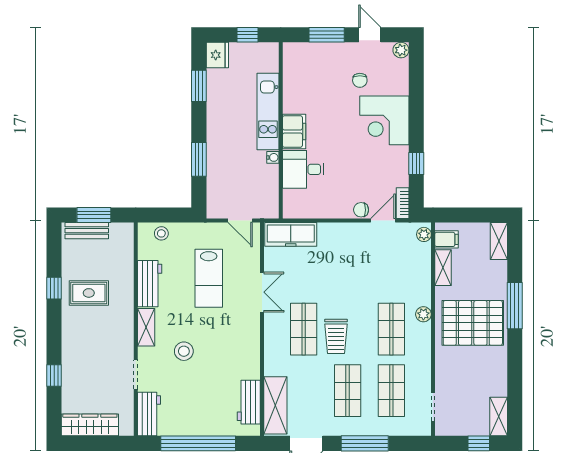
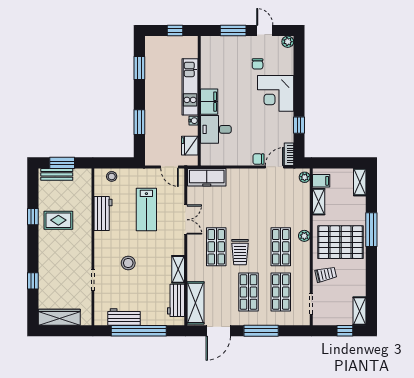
fridge: (217, 55) -> (190, 146), moved, turned 180
shelving: (146, 327) -> (178, 269), moved
trolley: (453, 367) -> (326, 274), added
workbench: (149, 414) -> (124, 317), moved, turned -90

